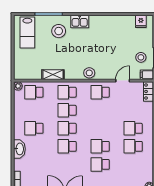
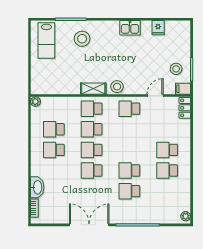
kitchen sink: (80, 21) -> (130, 28), moved
fridge: (141, 21) -> (158, 28), moved
shelving: (53, 75) -> (93, 89), moved
school desk: (34, 92) -> (54, 129), moved
washbasin: (19, 149) -> (37, 187), moved

